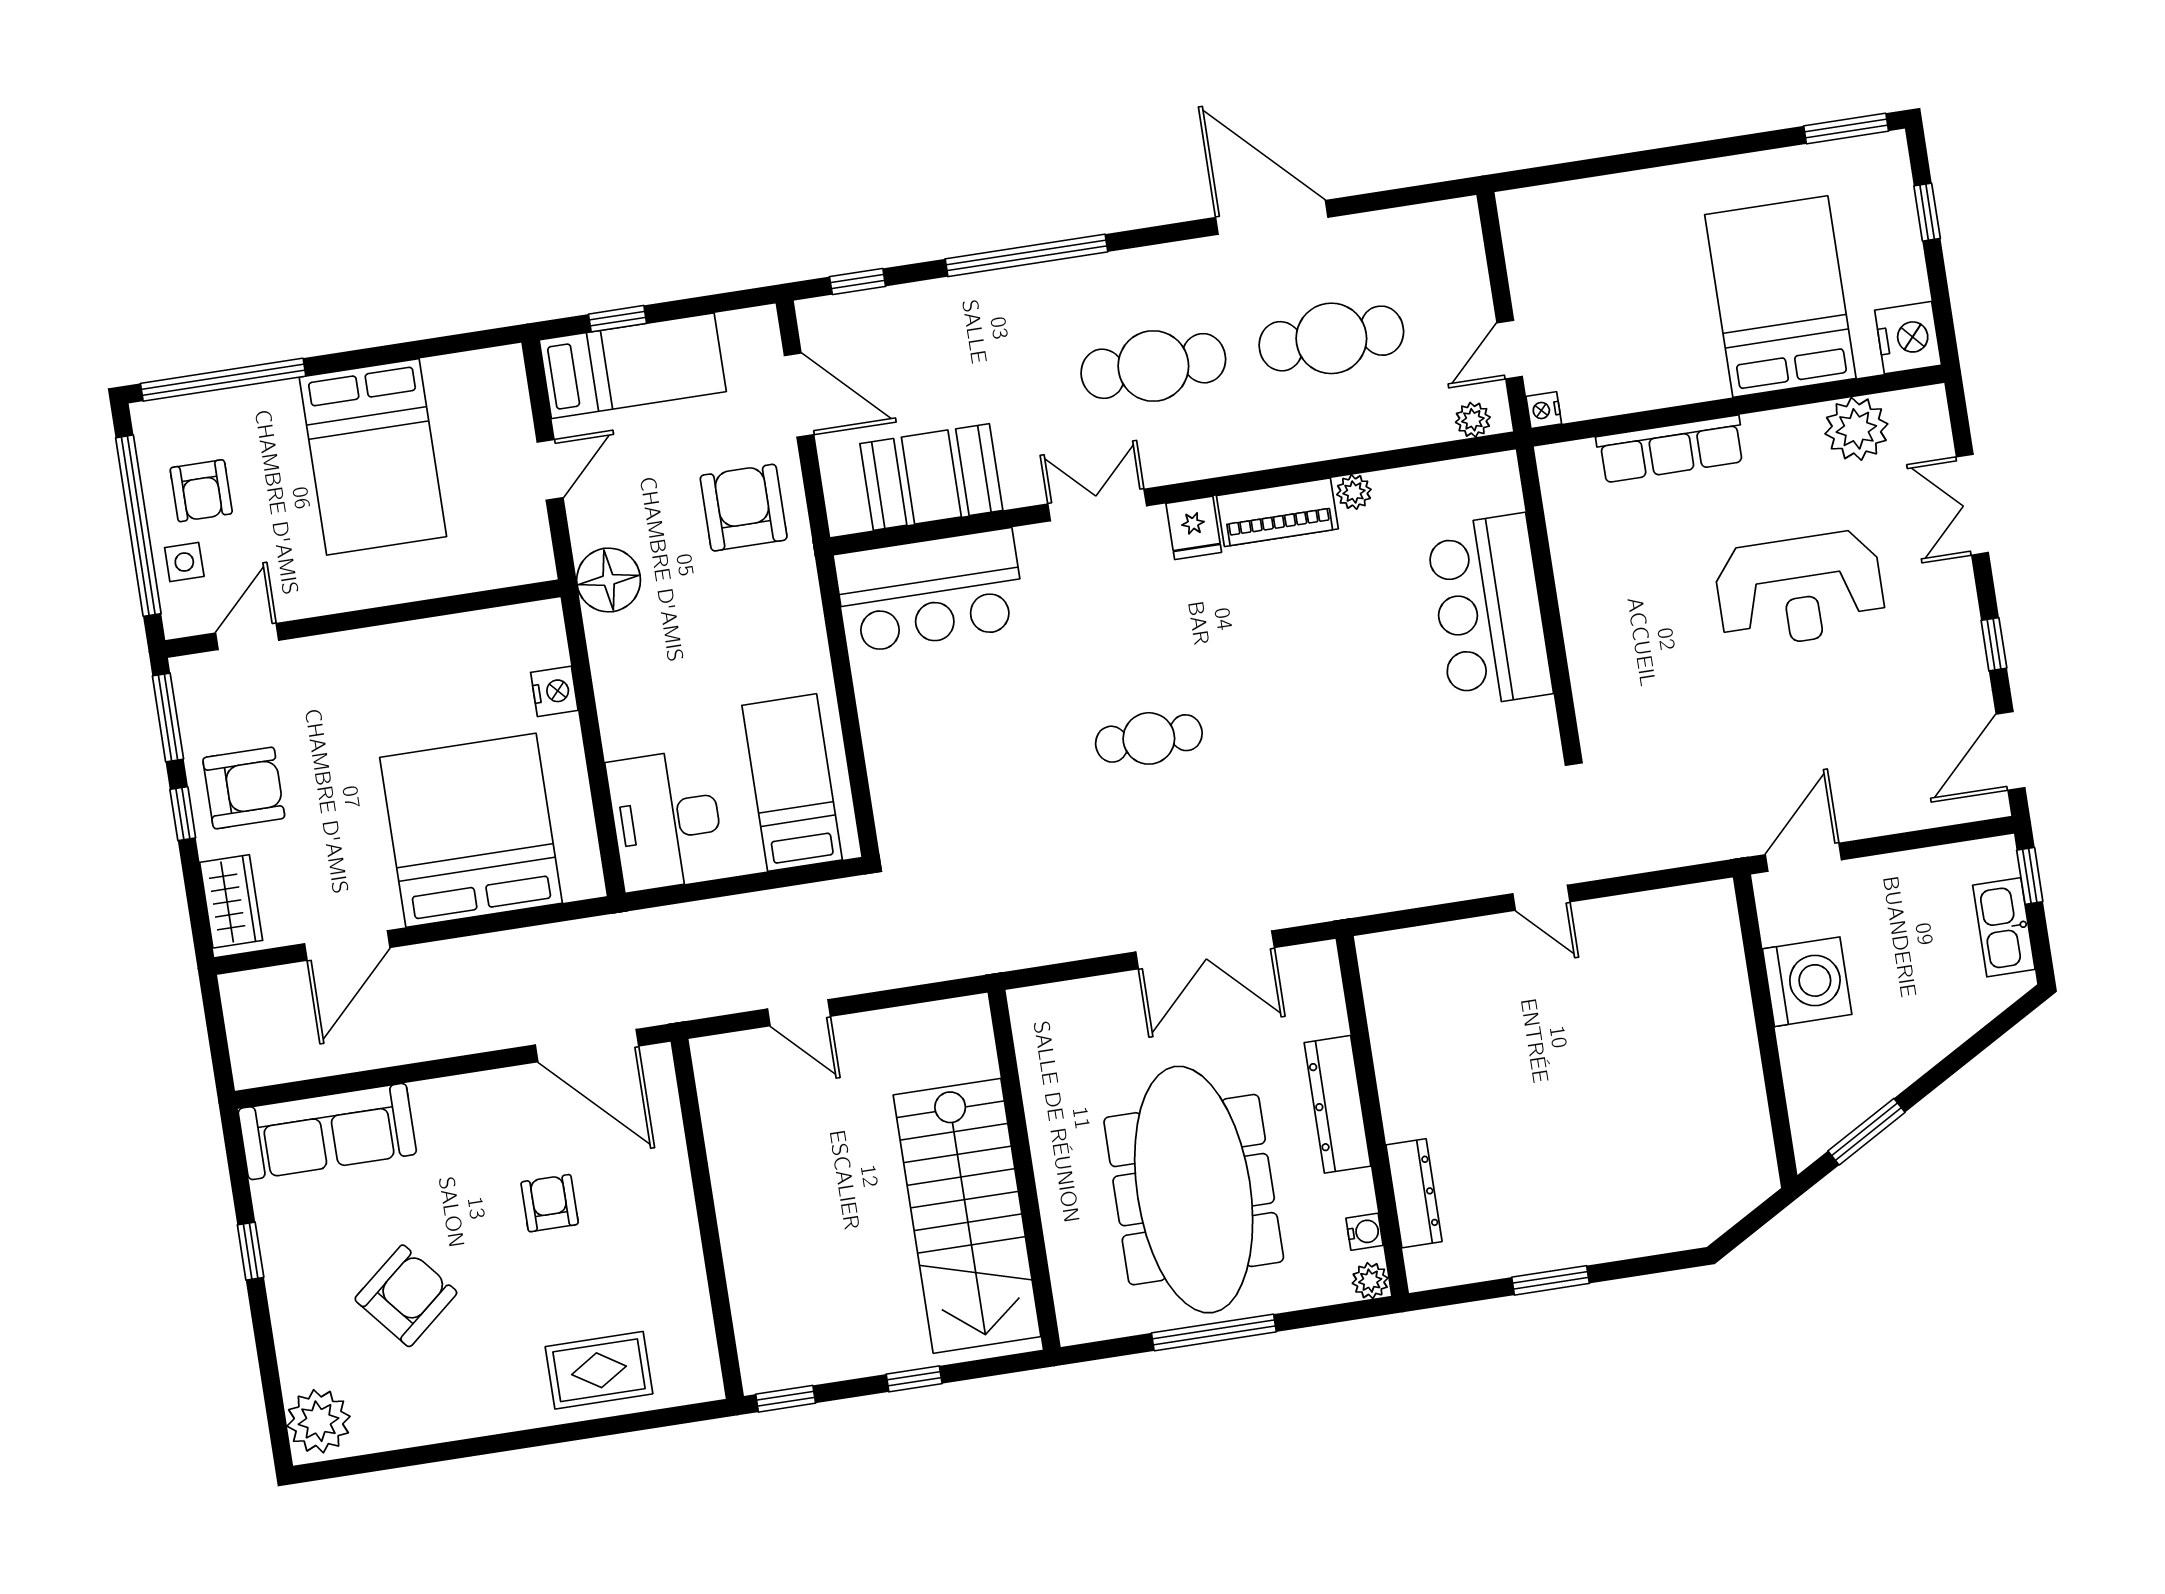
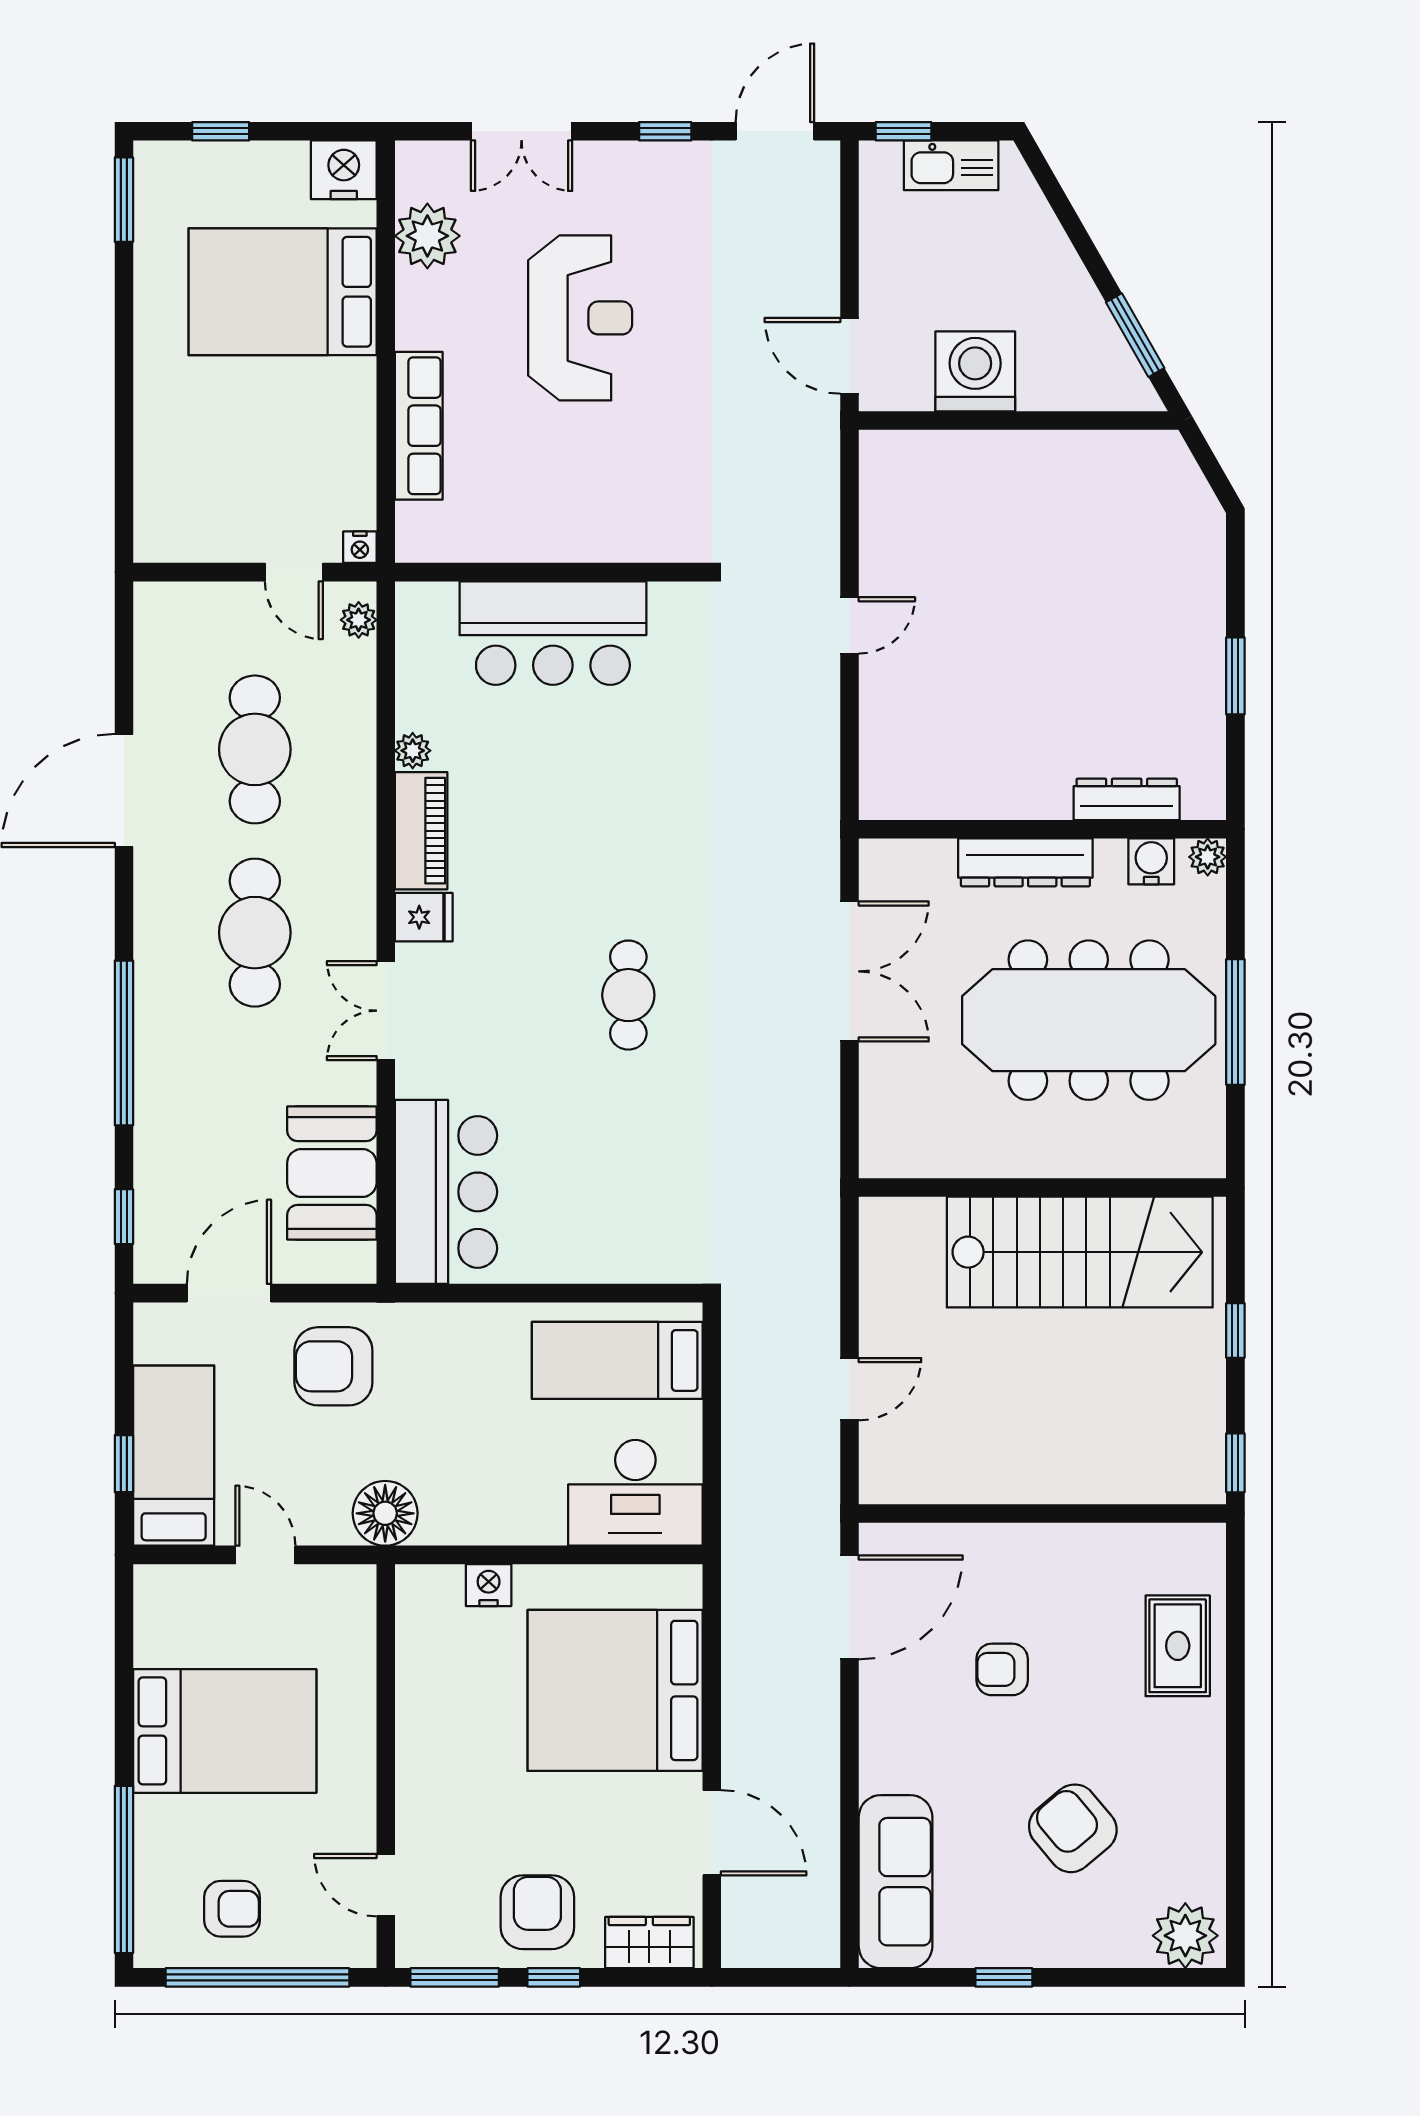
side table: (184, 562) -> (301, 1937), removed
door: (2010, 751) -> (775, 131), swing flipped
water cooler: (1365, 1232) -> (1151, 861), width x1.38, depth x1.38

